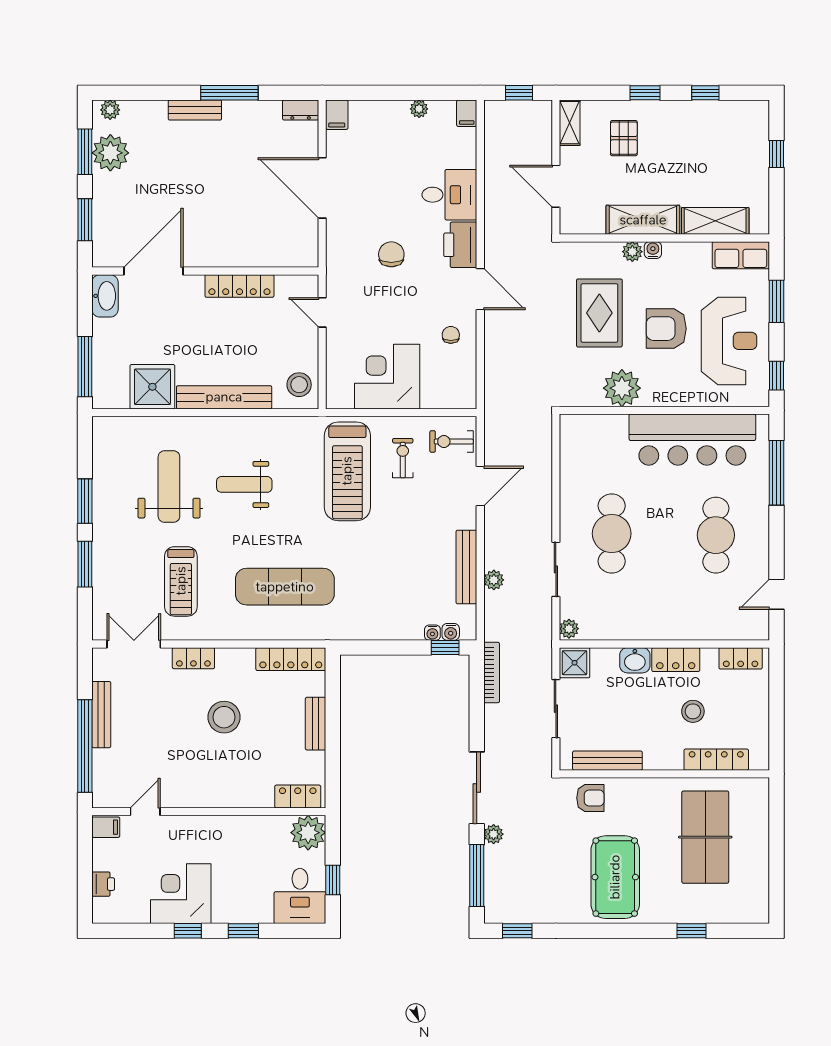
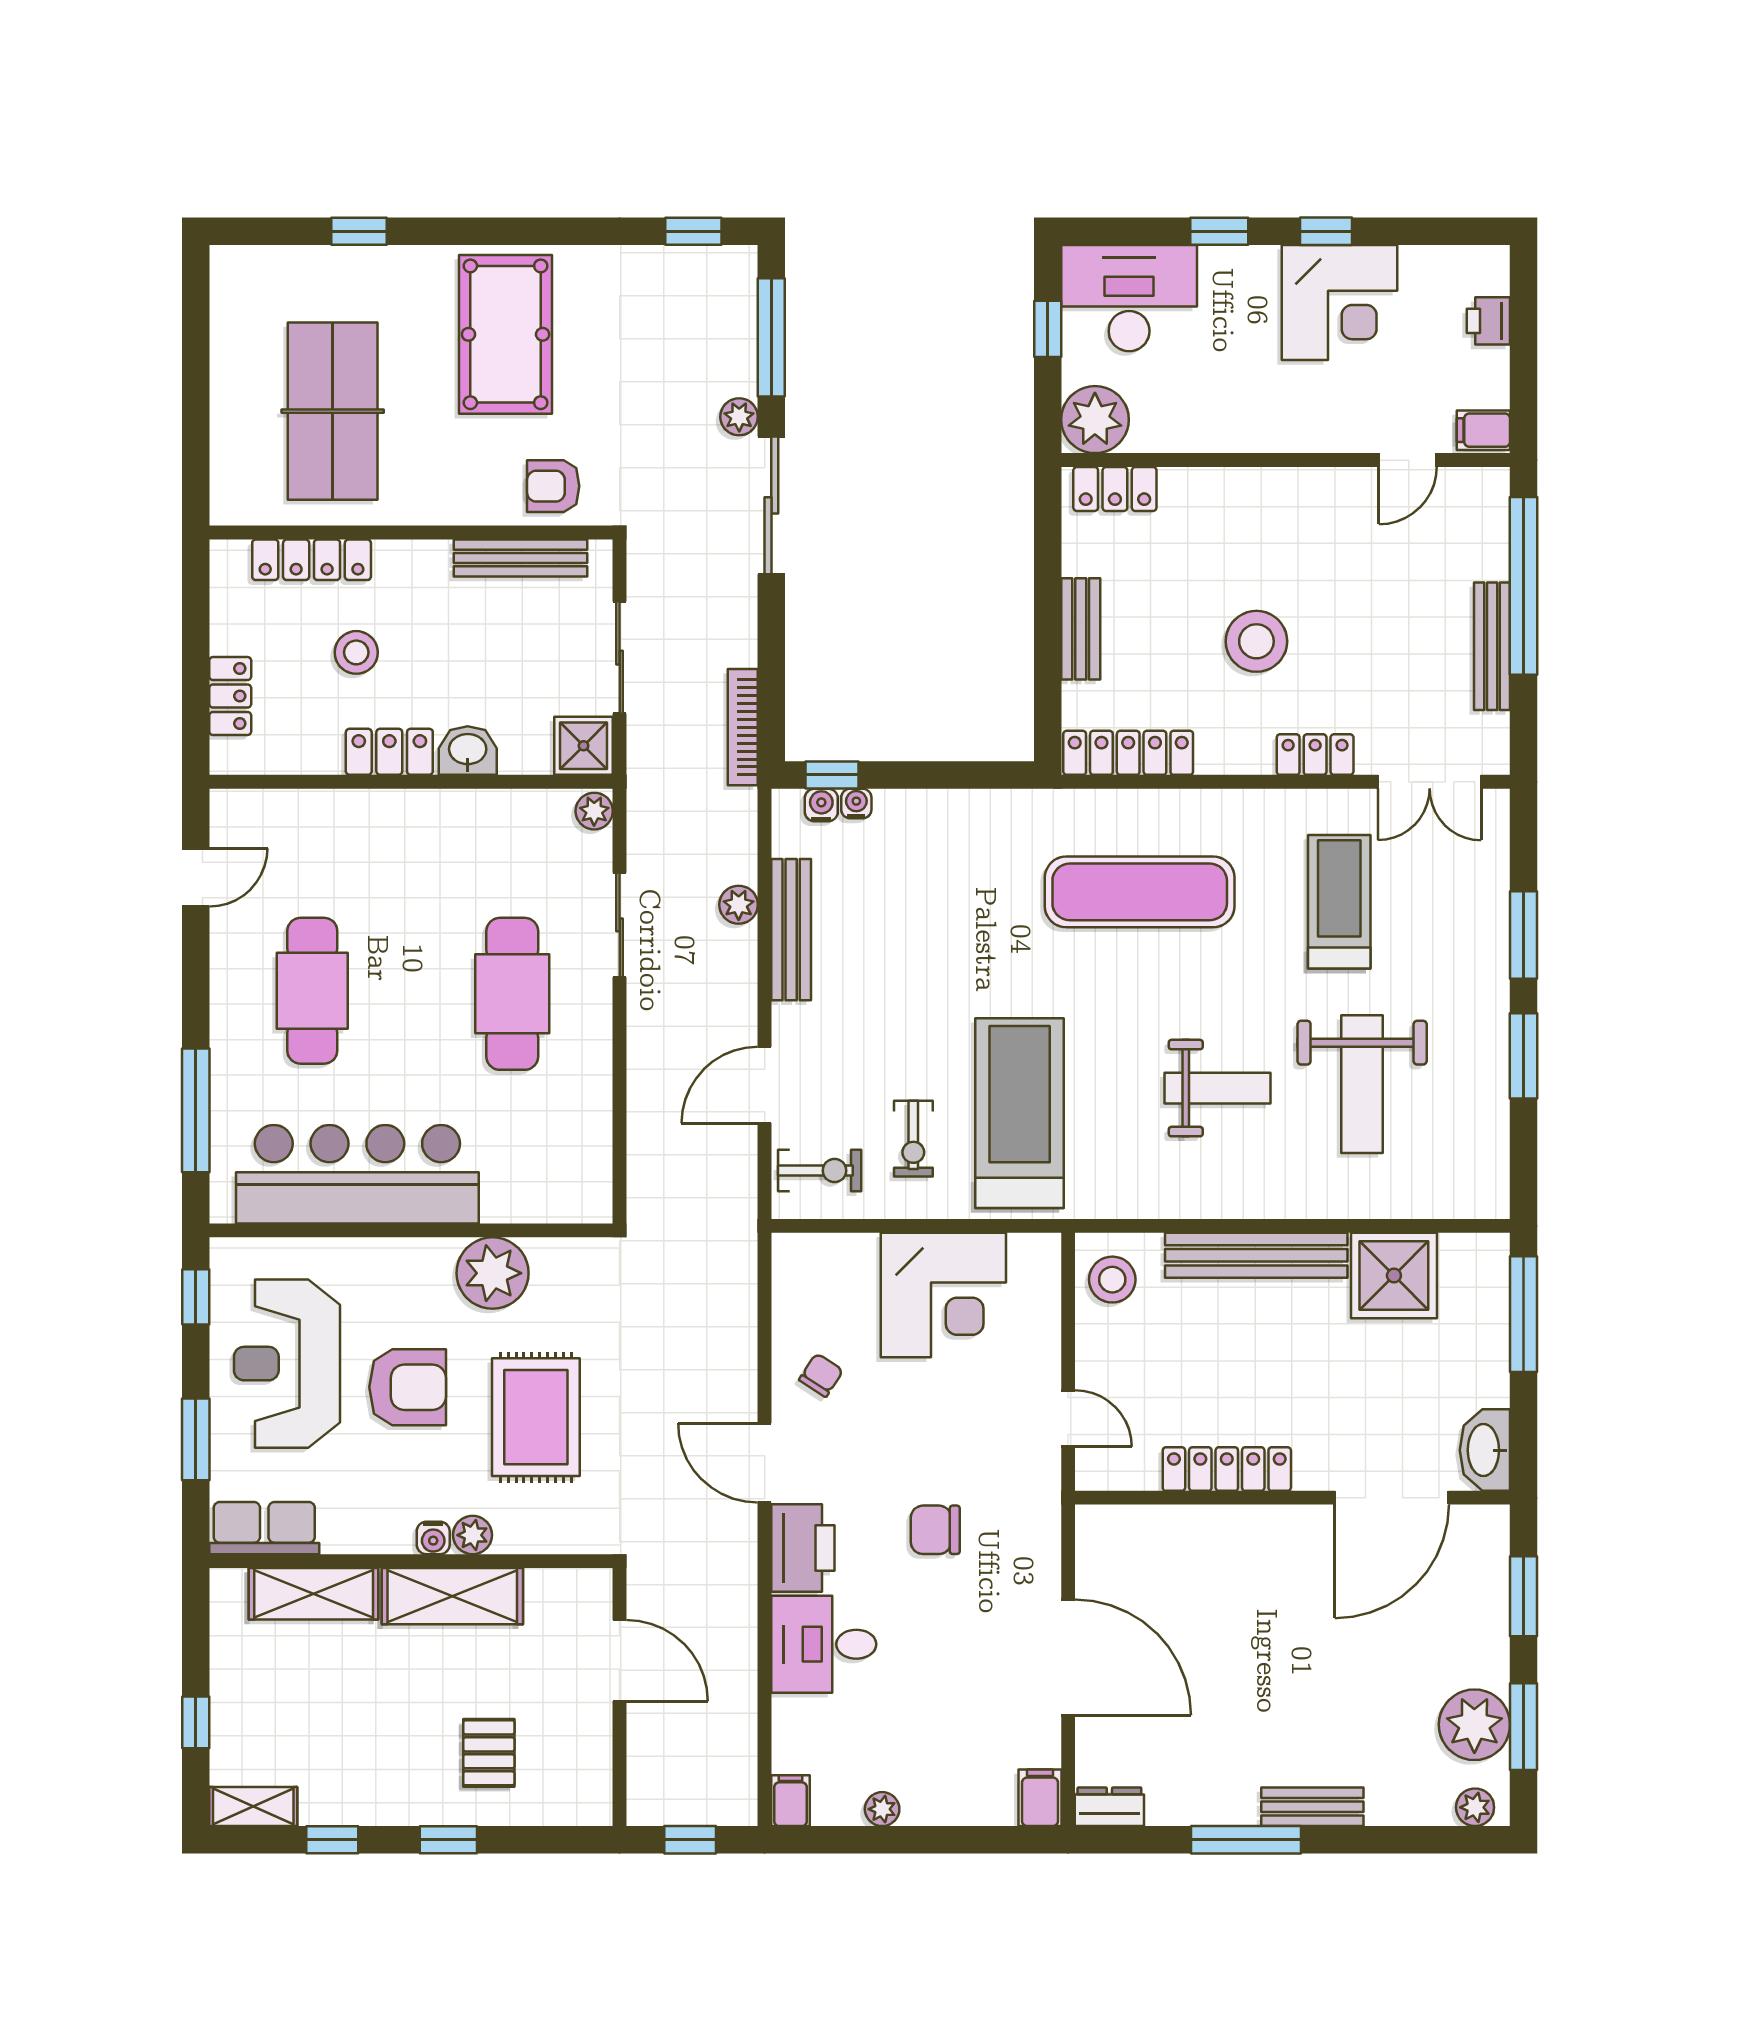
shelving: (570, 123) -> (253, 1806), moved, turned 90
chair: (391, 254) -> (935, 1530), turned 90
chair: (451, 335) -> (821, 1375), turned -147
locker: (741, 658) -> (230, 696), moved, turned 90
desk: (300, 896) -> (1129, 298), width x1.37

